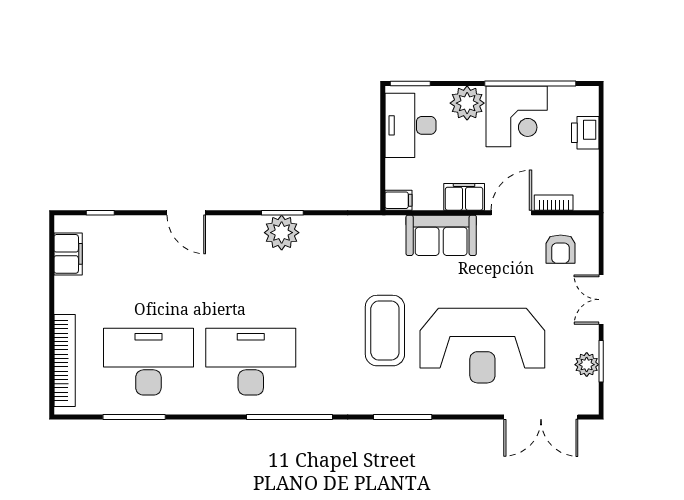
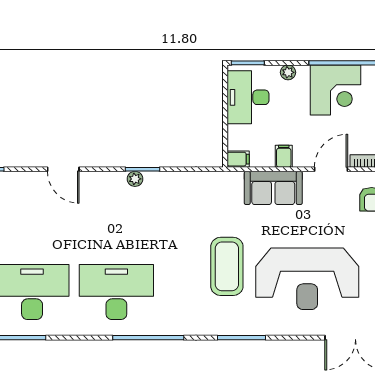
plant: (467, 103) -> (288, 72), width x0.53, depth x0.53
filing cabinet: (464, 197) -> (284, 156), width x0.50
plant: (282, 233) -> (135, 179), width x0.53, depth x0.53

